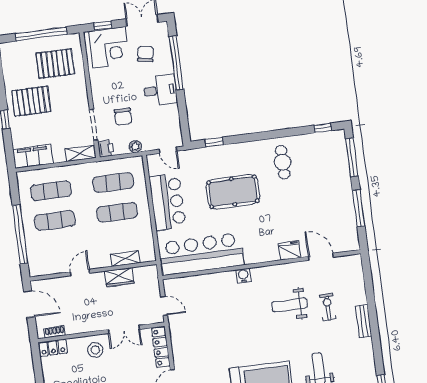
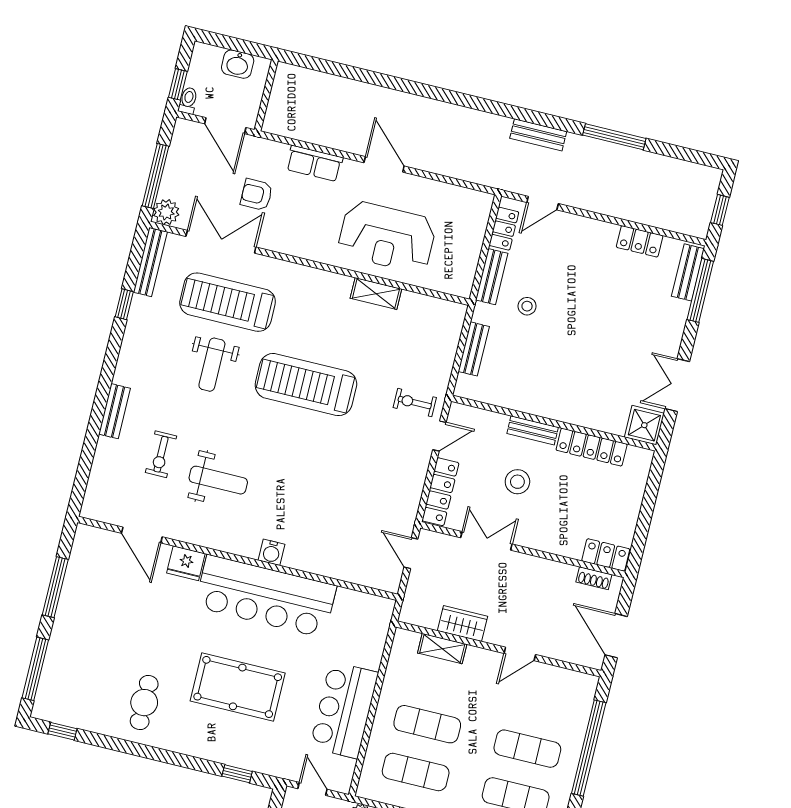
bar counter: (202, 254) -> (266, 596), moved
stool: (95, 350) -> (517, 482), moved

